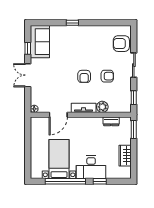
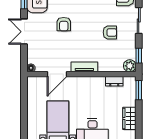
armchair: (84, 76) -> (64, 24), moved
plant: (102, 107) -> (130, 66), moved

